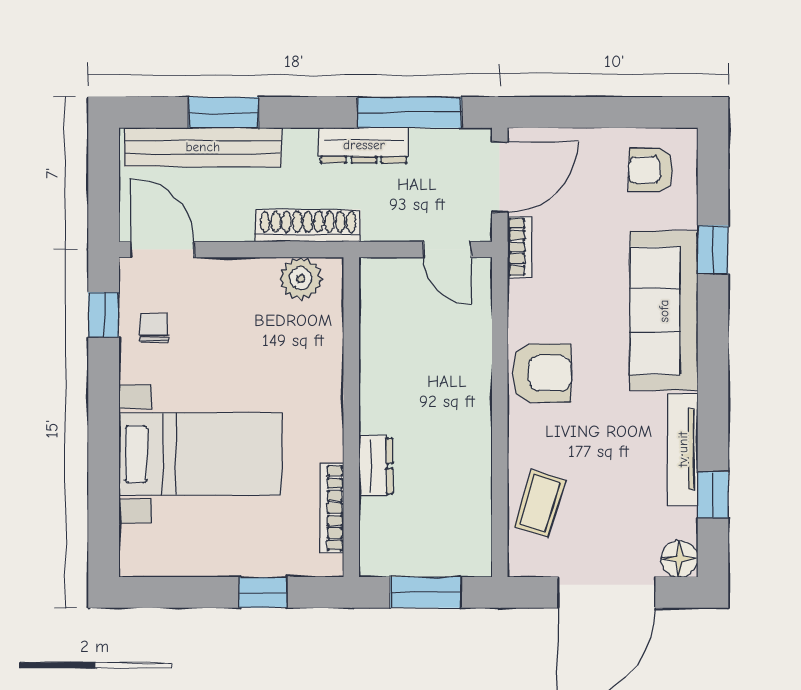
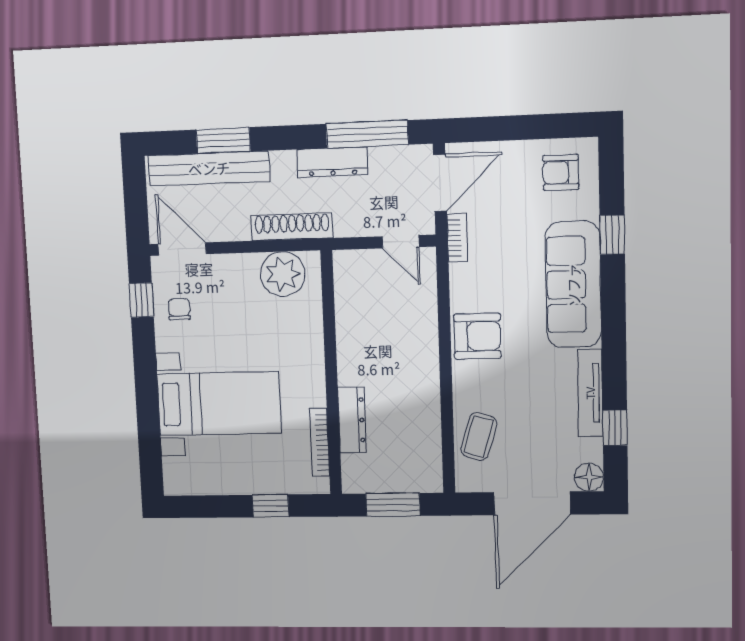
plant: (301, 278) -> (283, 274), width x1.36, depth x1.36
dresser: (376, 466) -> (352, 420), width x1.44

